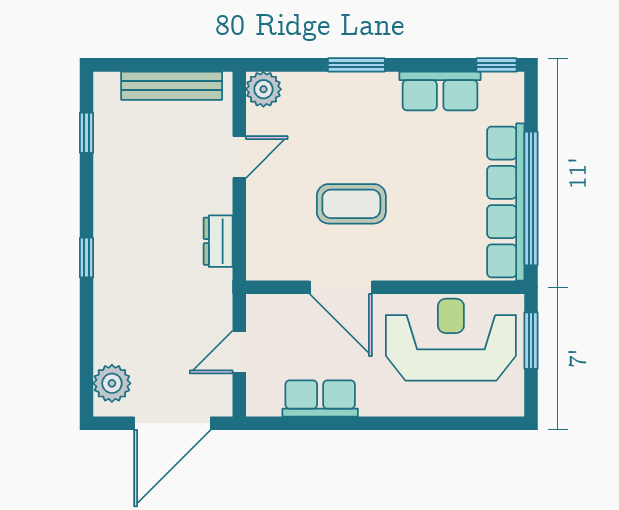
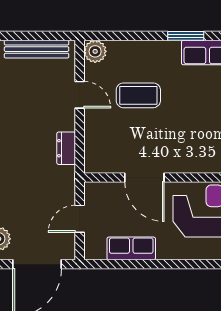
window: (356, 65) -> (186, 36), moved
door: (239, 157) -> (80, 95), hinge flipped
coffee table: (351, 204) -> (138, 95), moved

